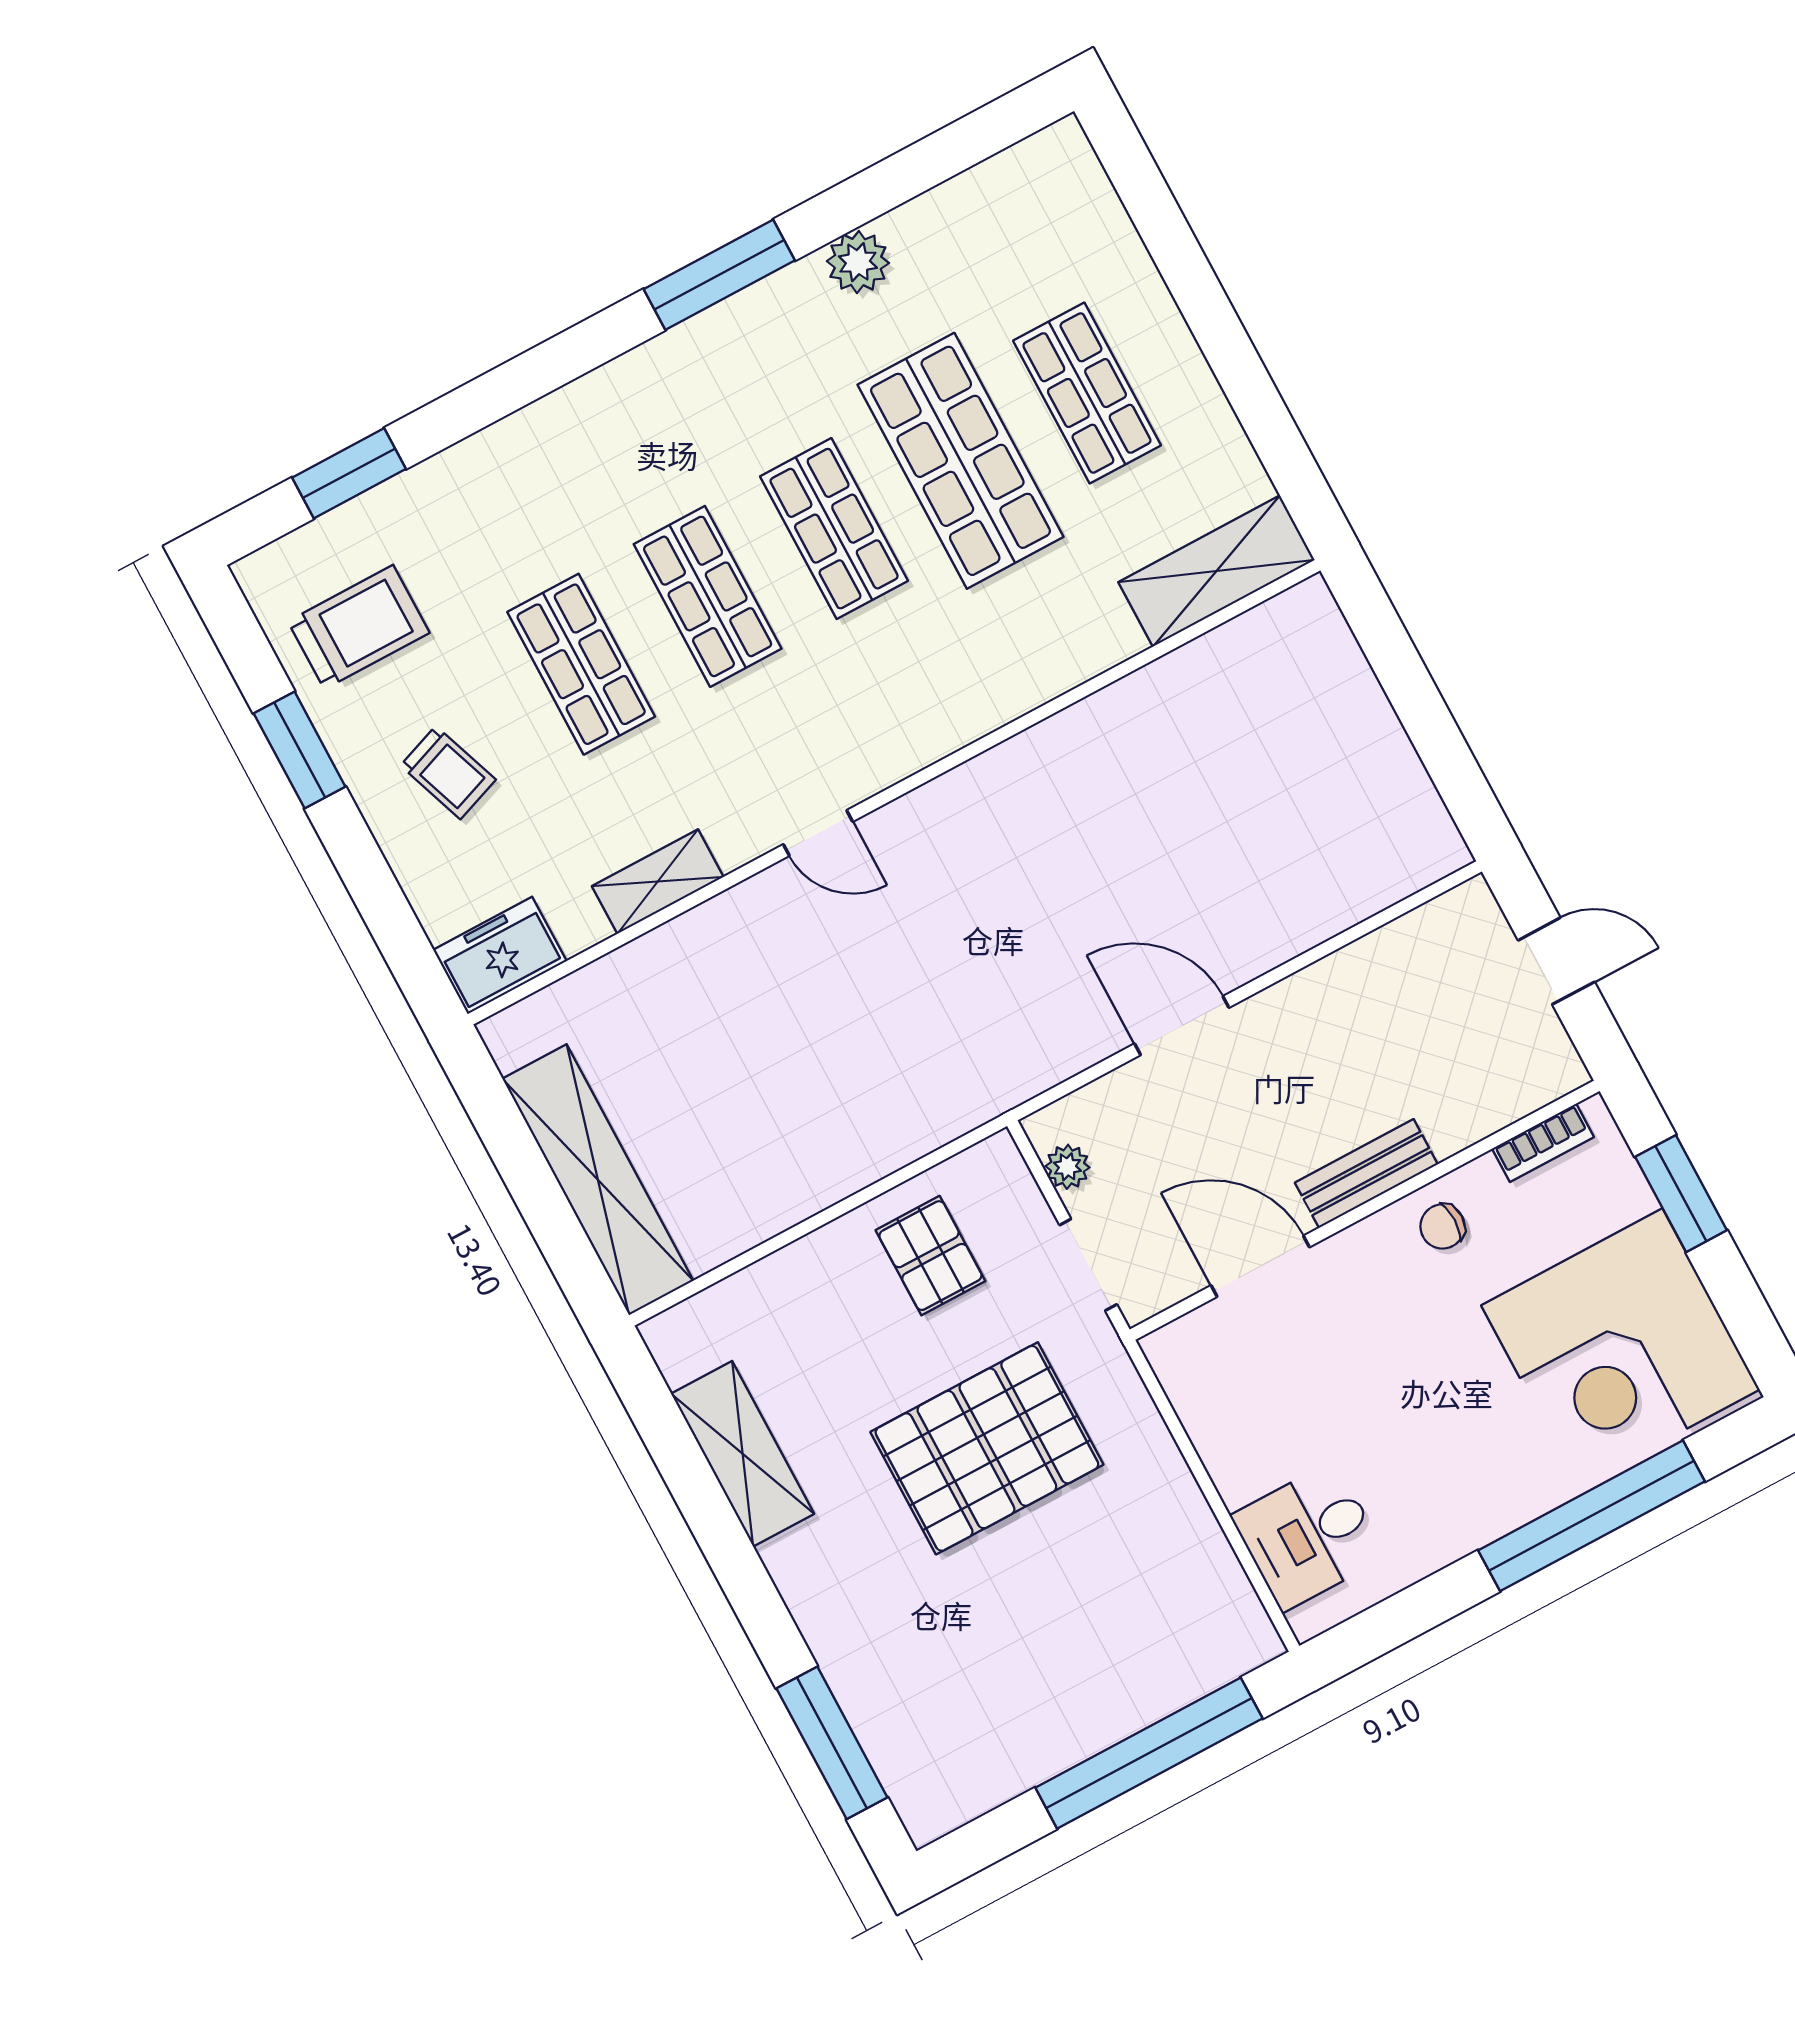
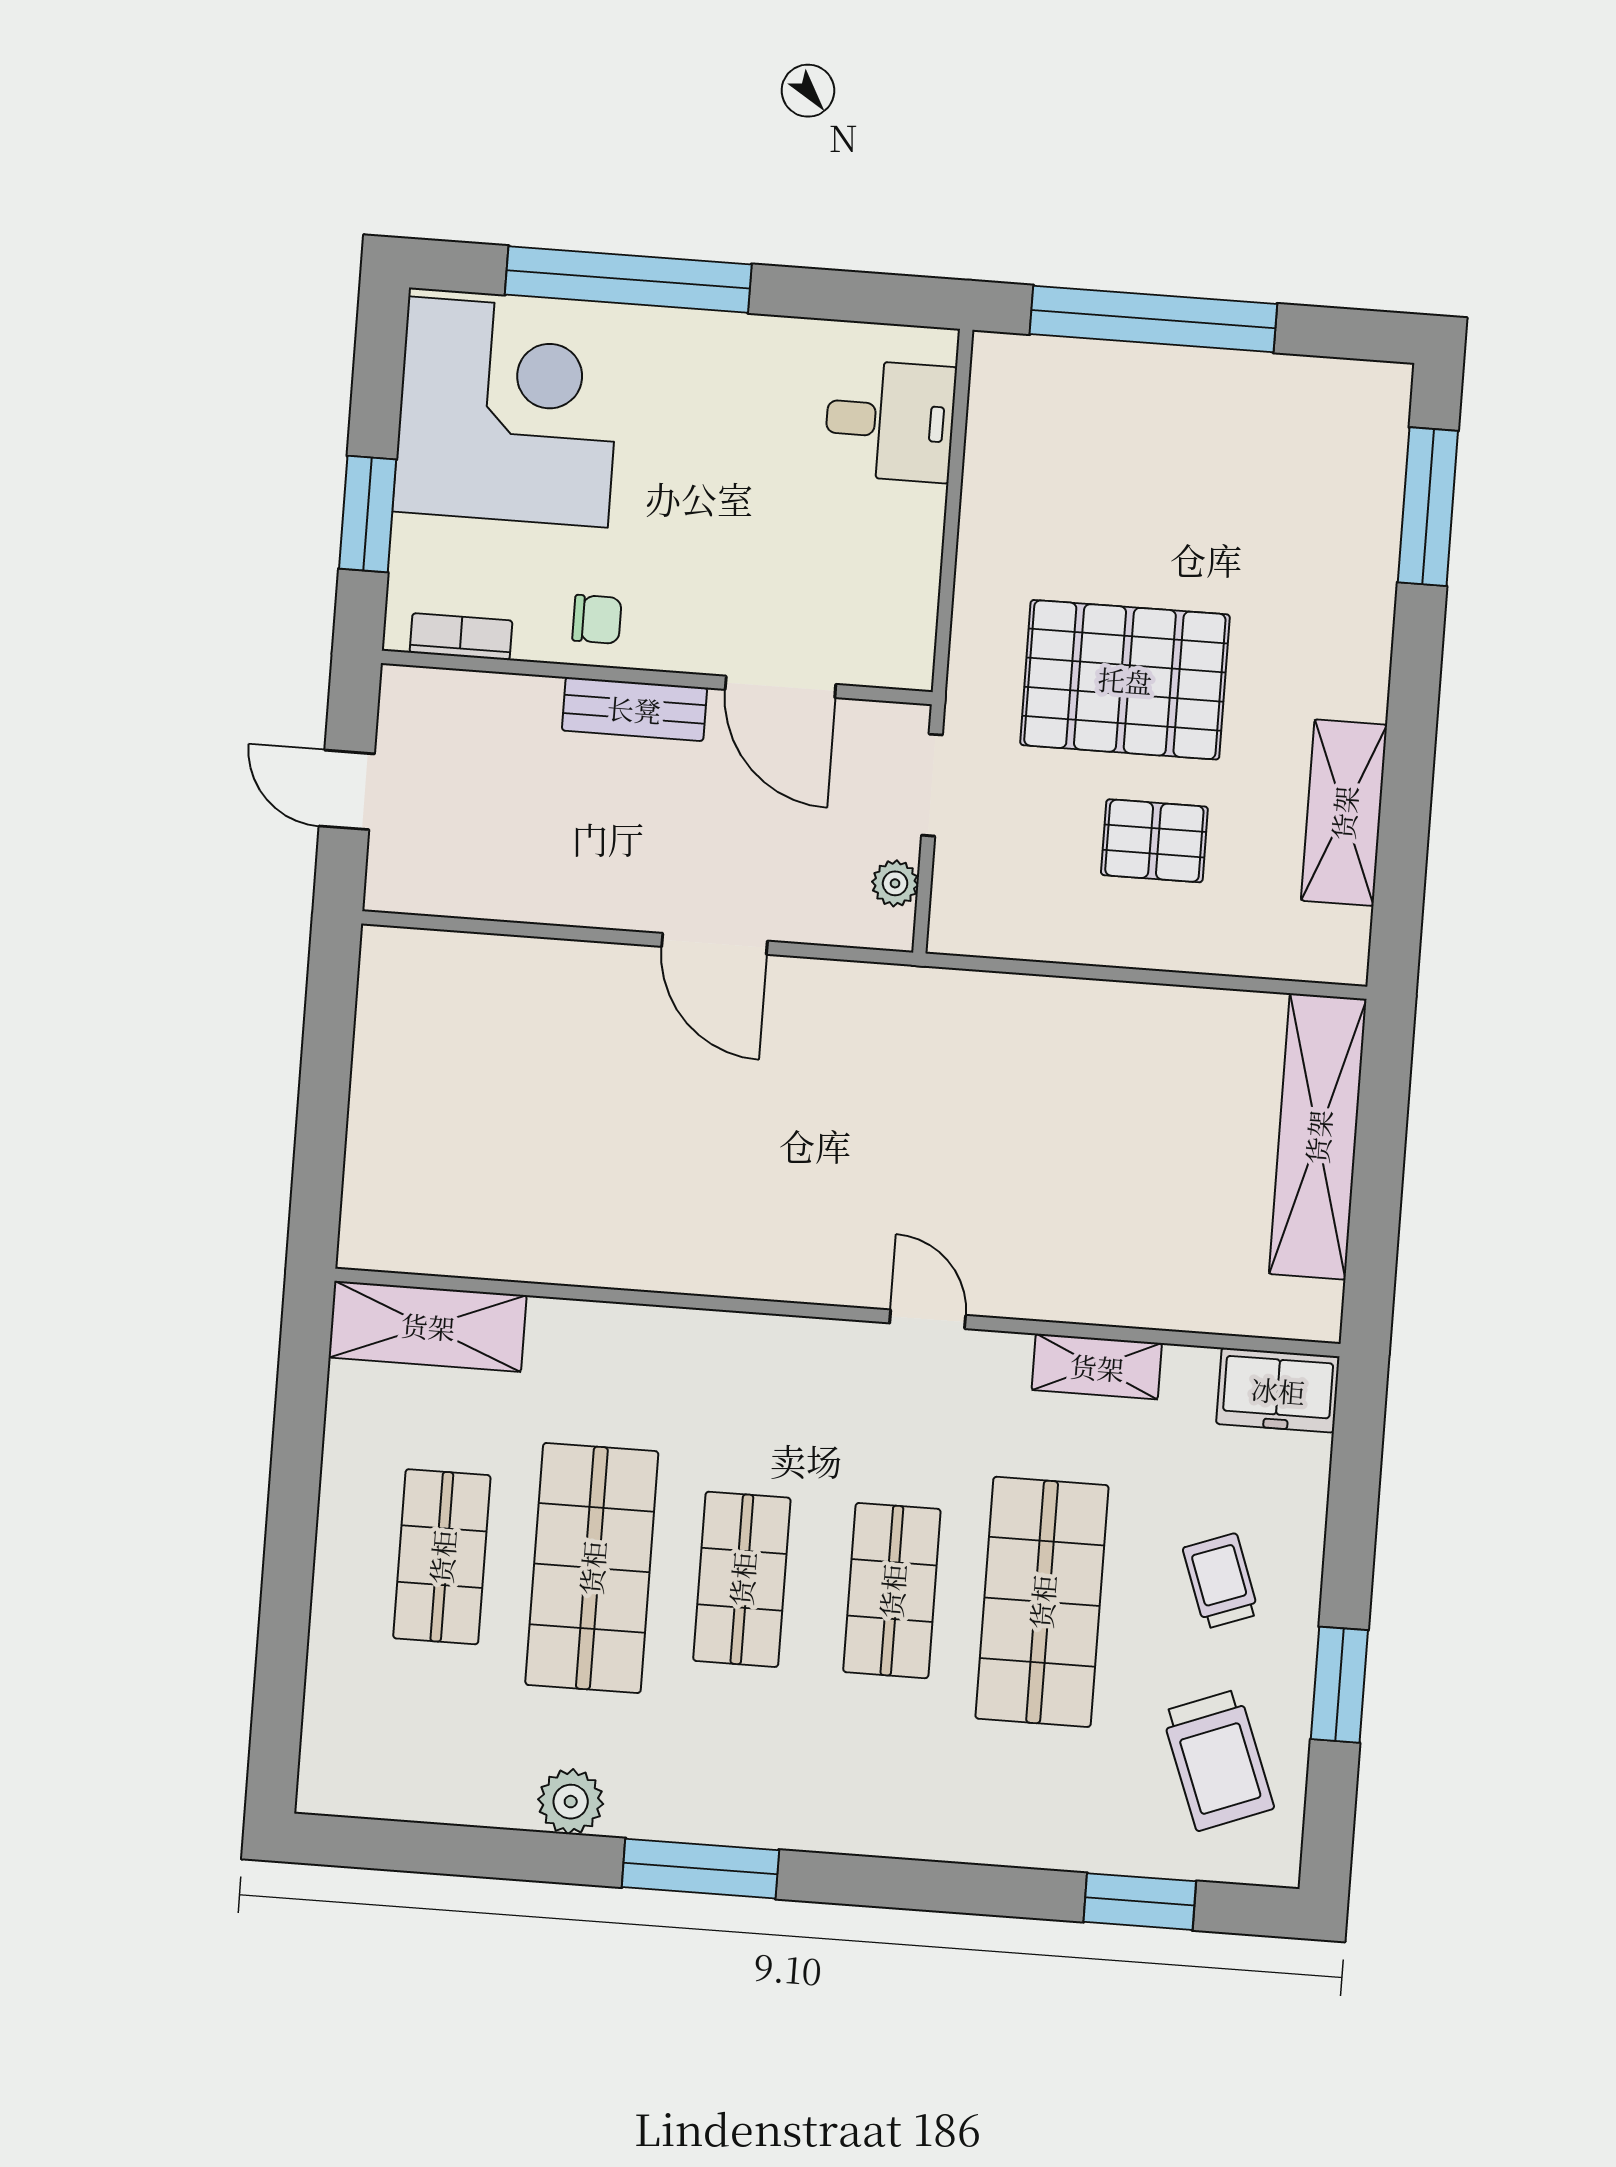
trolley: (359, 627) -> (1218, 1760), turned -111
shop shelf: (581, 664) -> (1042, 1602), width x1.43, depth x1.36
pallet: (930, 1256) -> (1154, 841), moved, turned 90

